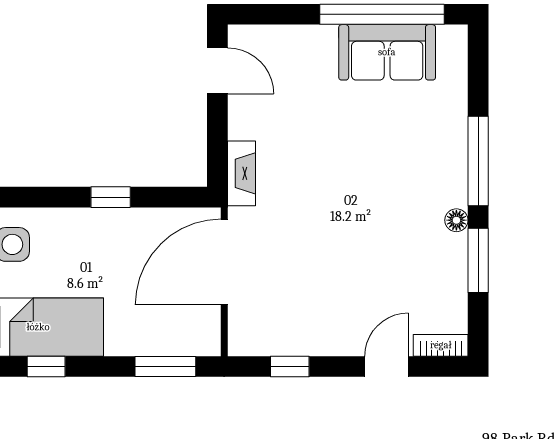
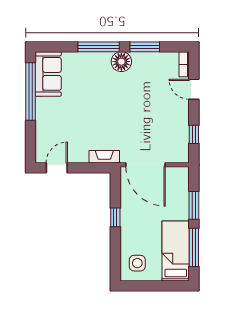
sofa: (387, 52) -> (48, 74), moved
floor lamp: (456, 220) -> (121, 62), width x1.89, depth x1.89
window: (46, 366) -> (194, 247), width x2.17
window: (165, 366) -> (194, 205), moved

